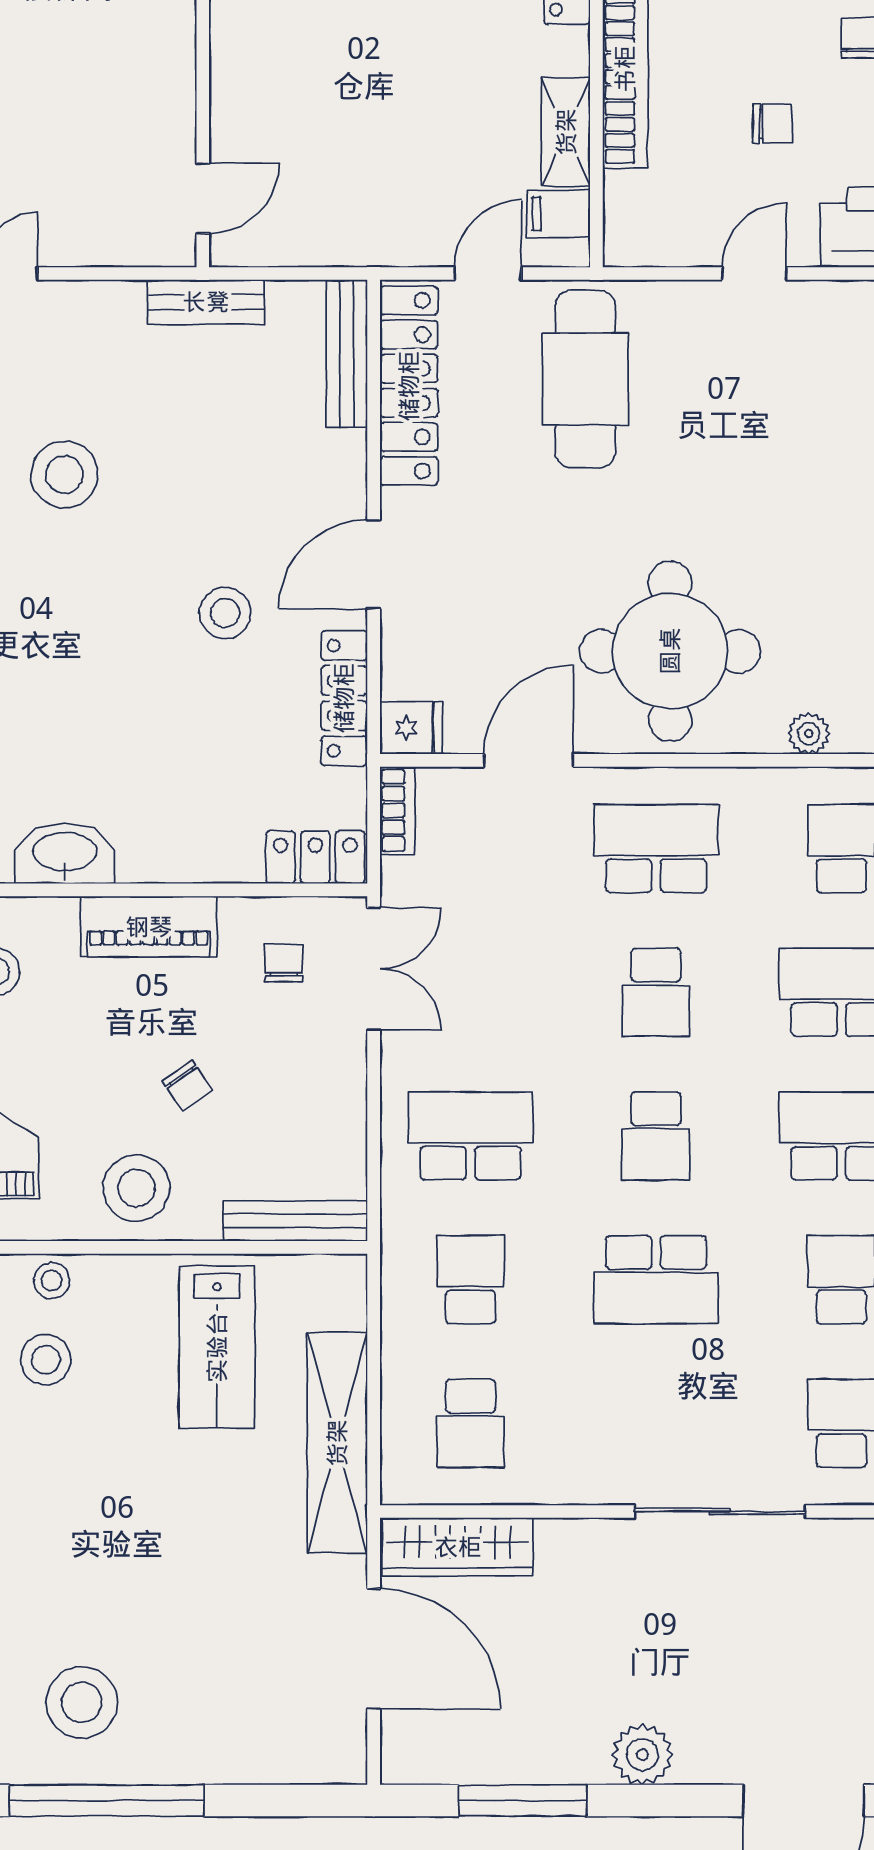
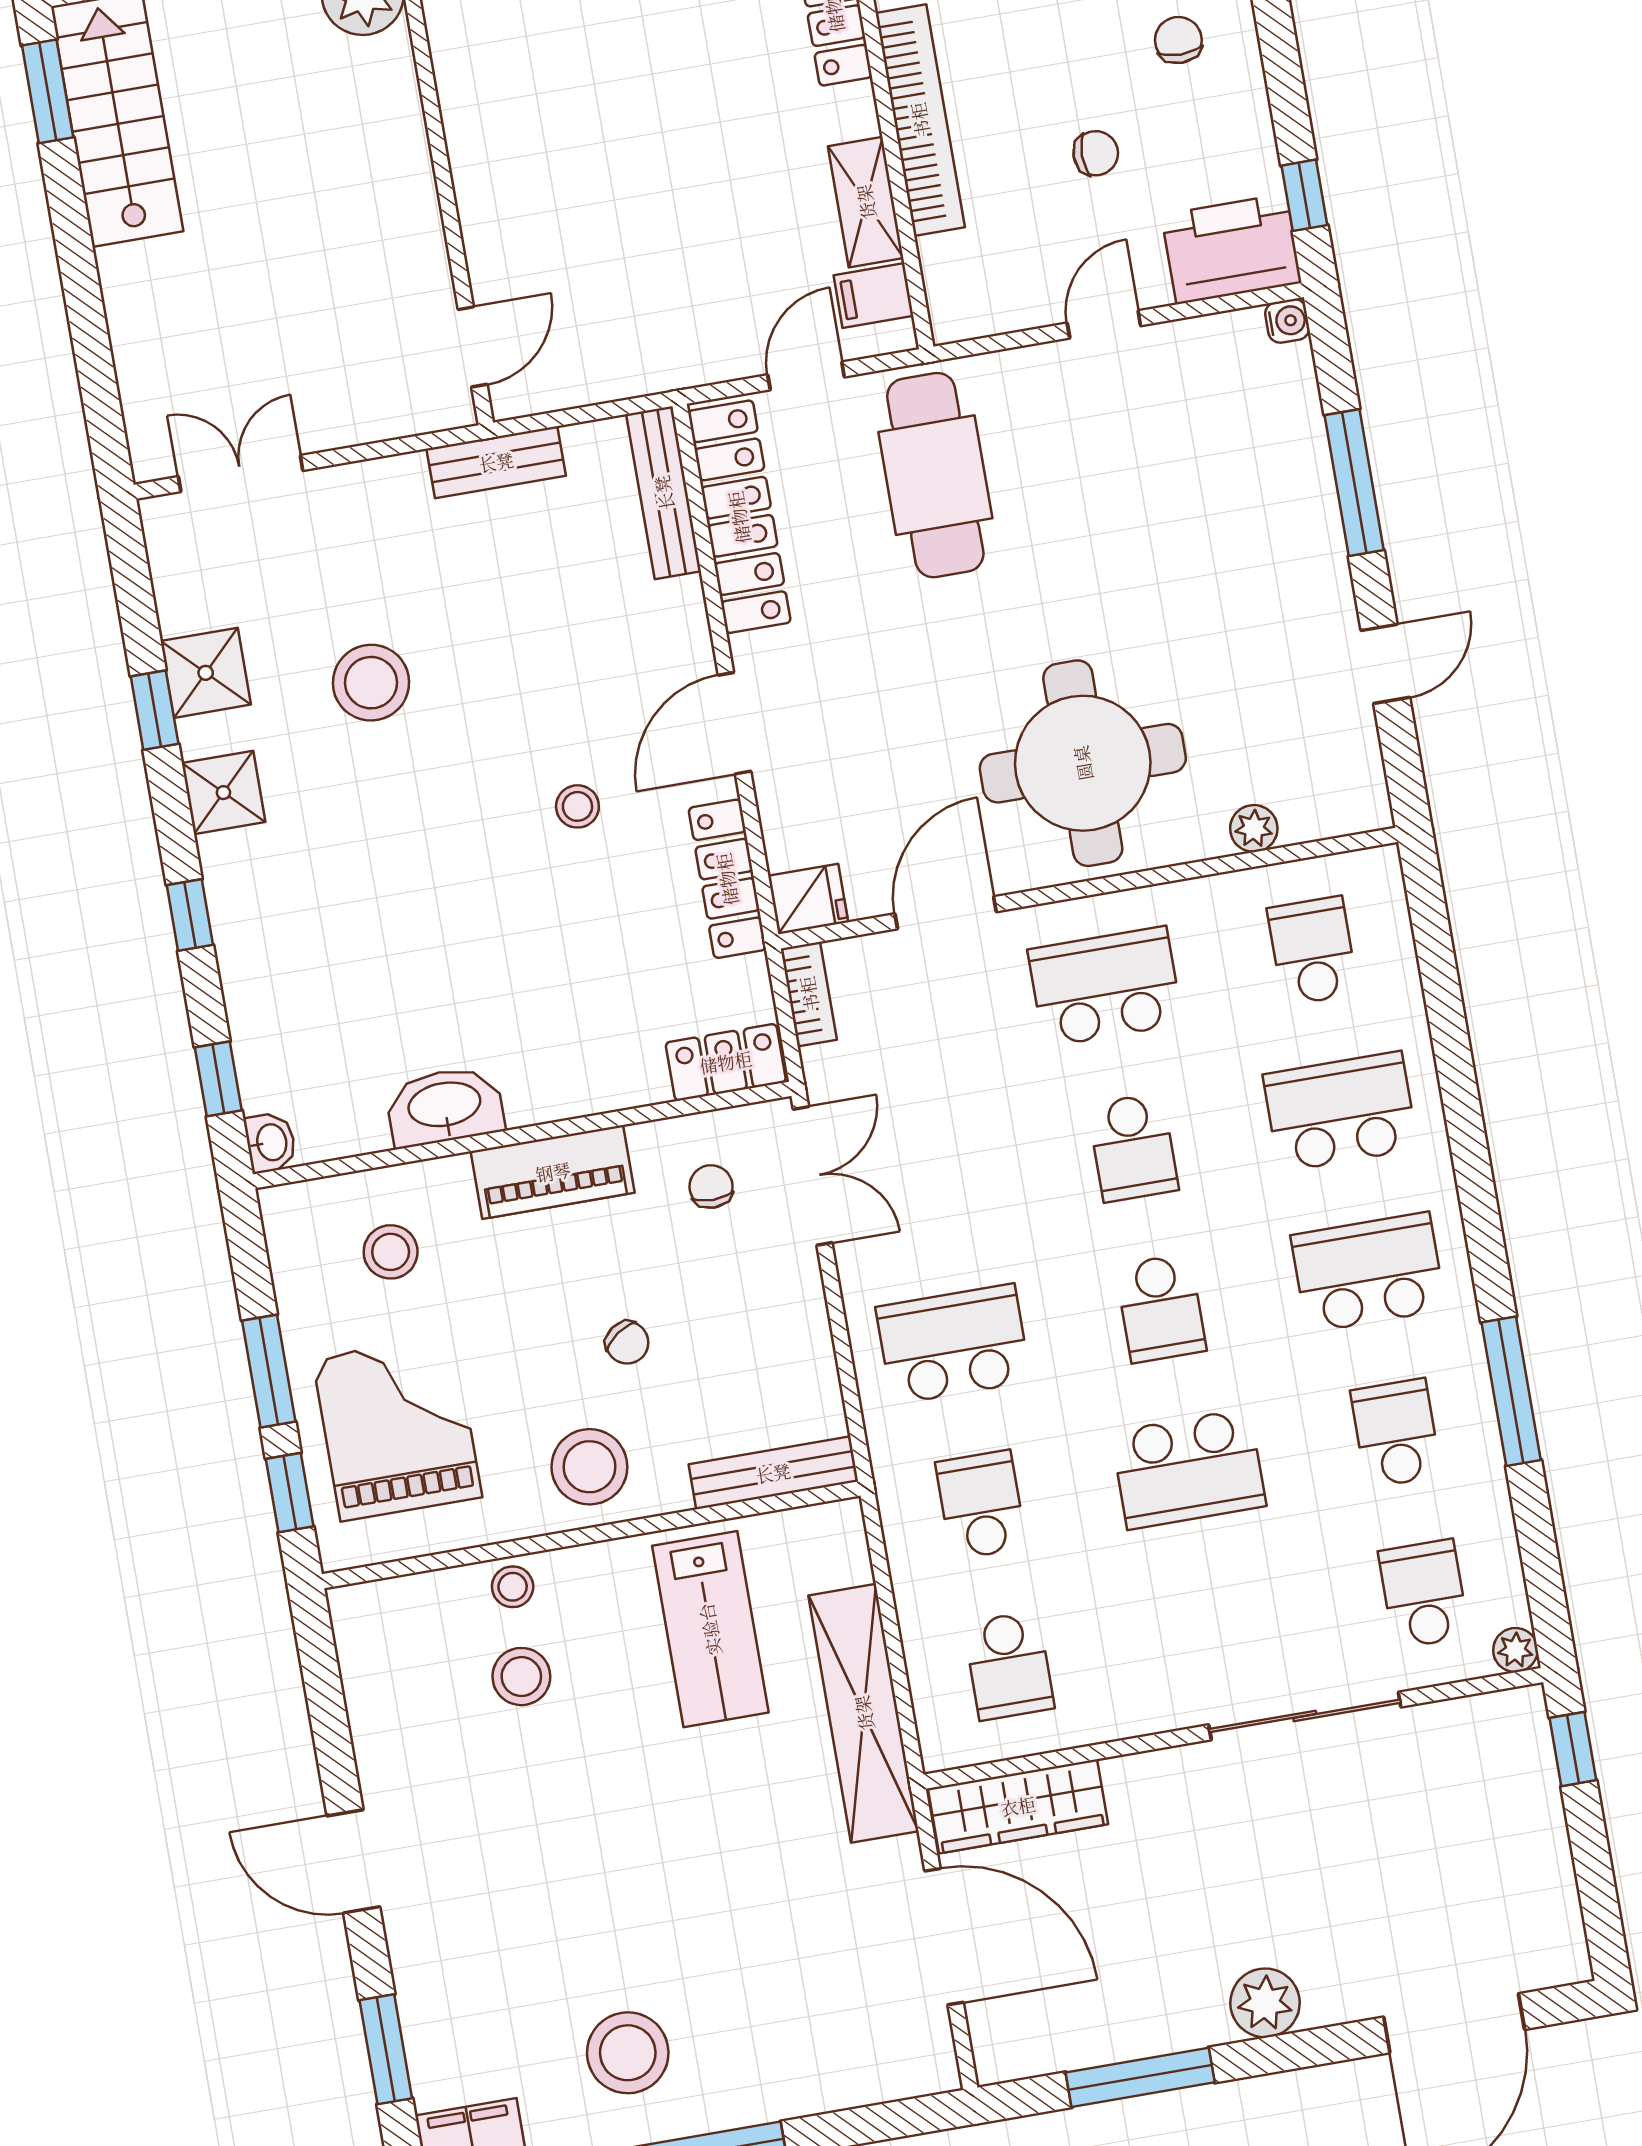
stool: (225, 613) -> (577, 806), width x0.73, depth x0.73

